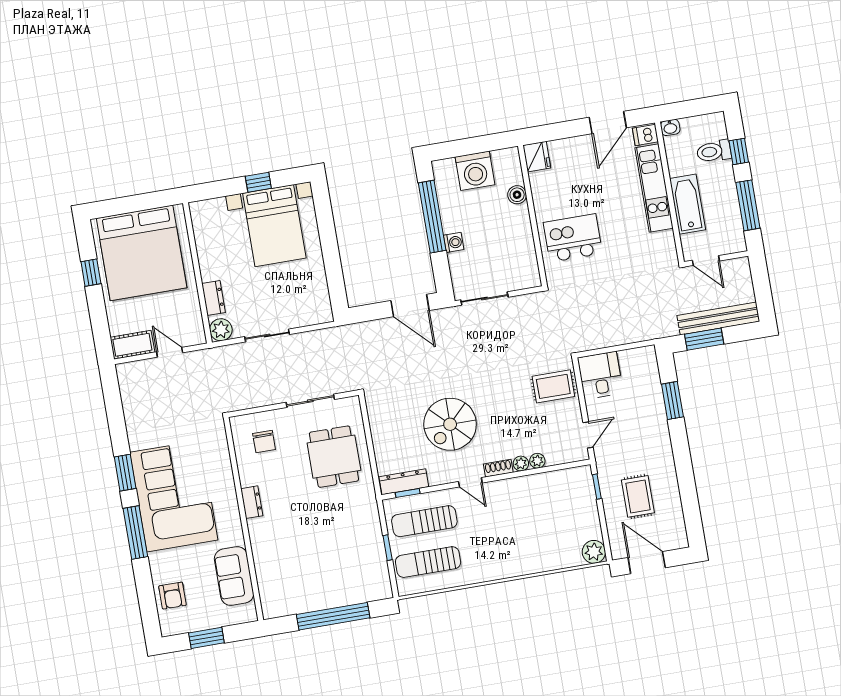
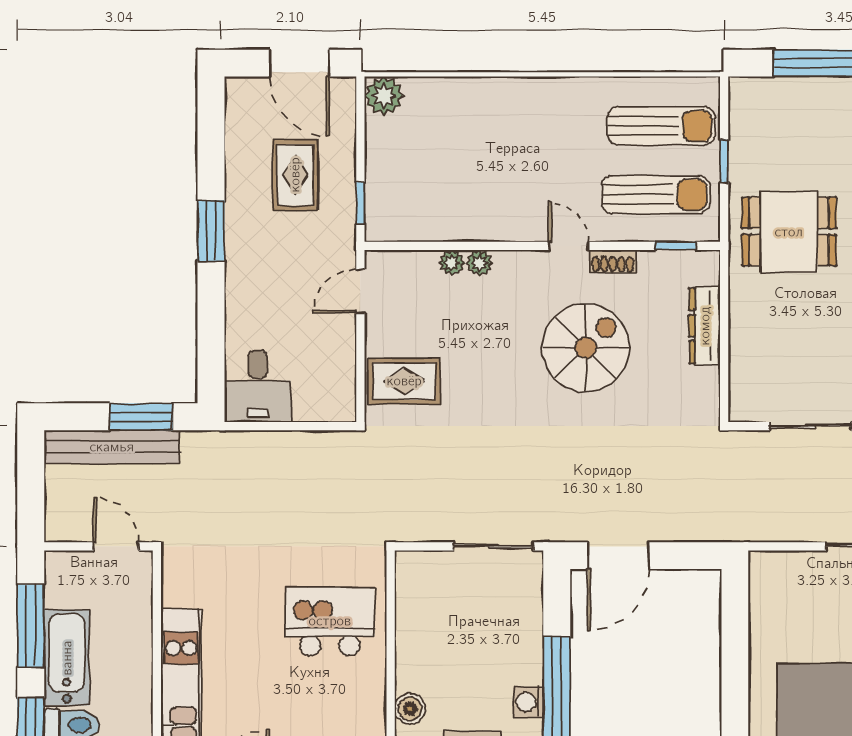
bathtub: (688, 204) -> (67, 658), moved, turned 180
kitchen island: (573, 238) -> (330, 621), turned 180
washing machine: (454, 242) -> (528, 702), moved
door: (410, 306) -> (618, 556), swing flipped
desk: (600, 375) -> (258, 386), moved
window: (672, 401) -> (211, 231), moved
dining table: (334, 457) -> (789, 232), moved, turned 90
shoe rack: (498, 468) -> (613, 261), moved
dresser: (404, 482) -> (705, 326), moved, turned 90

